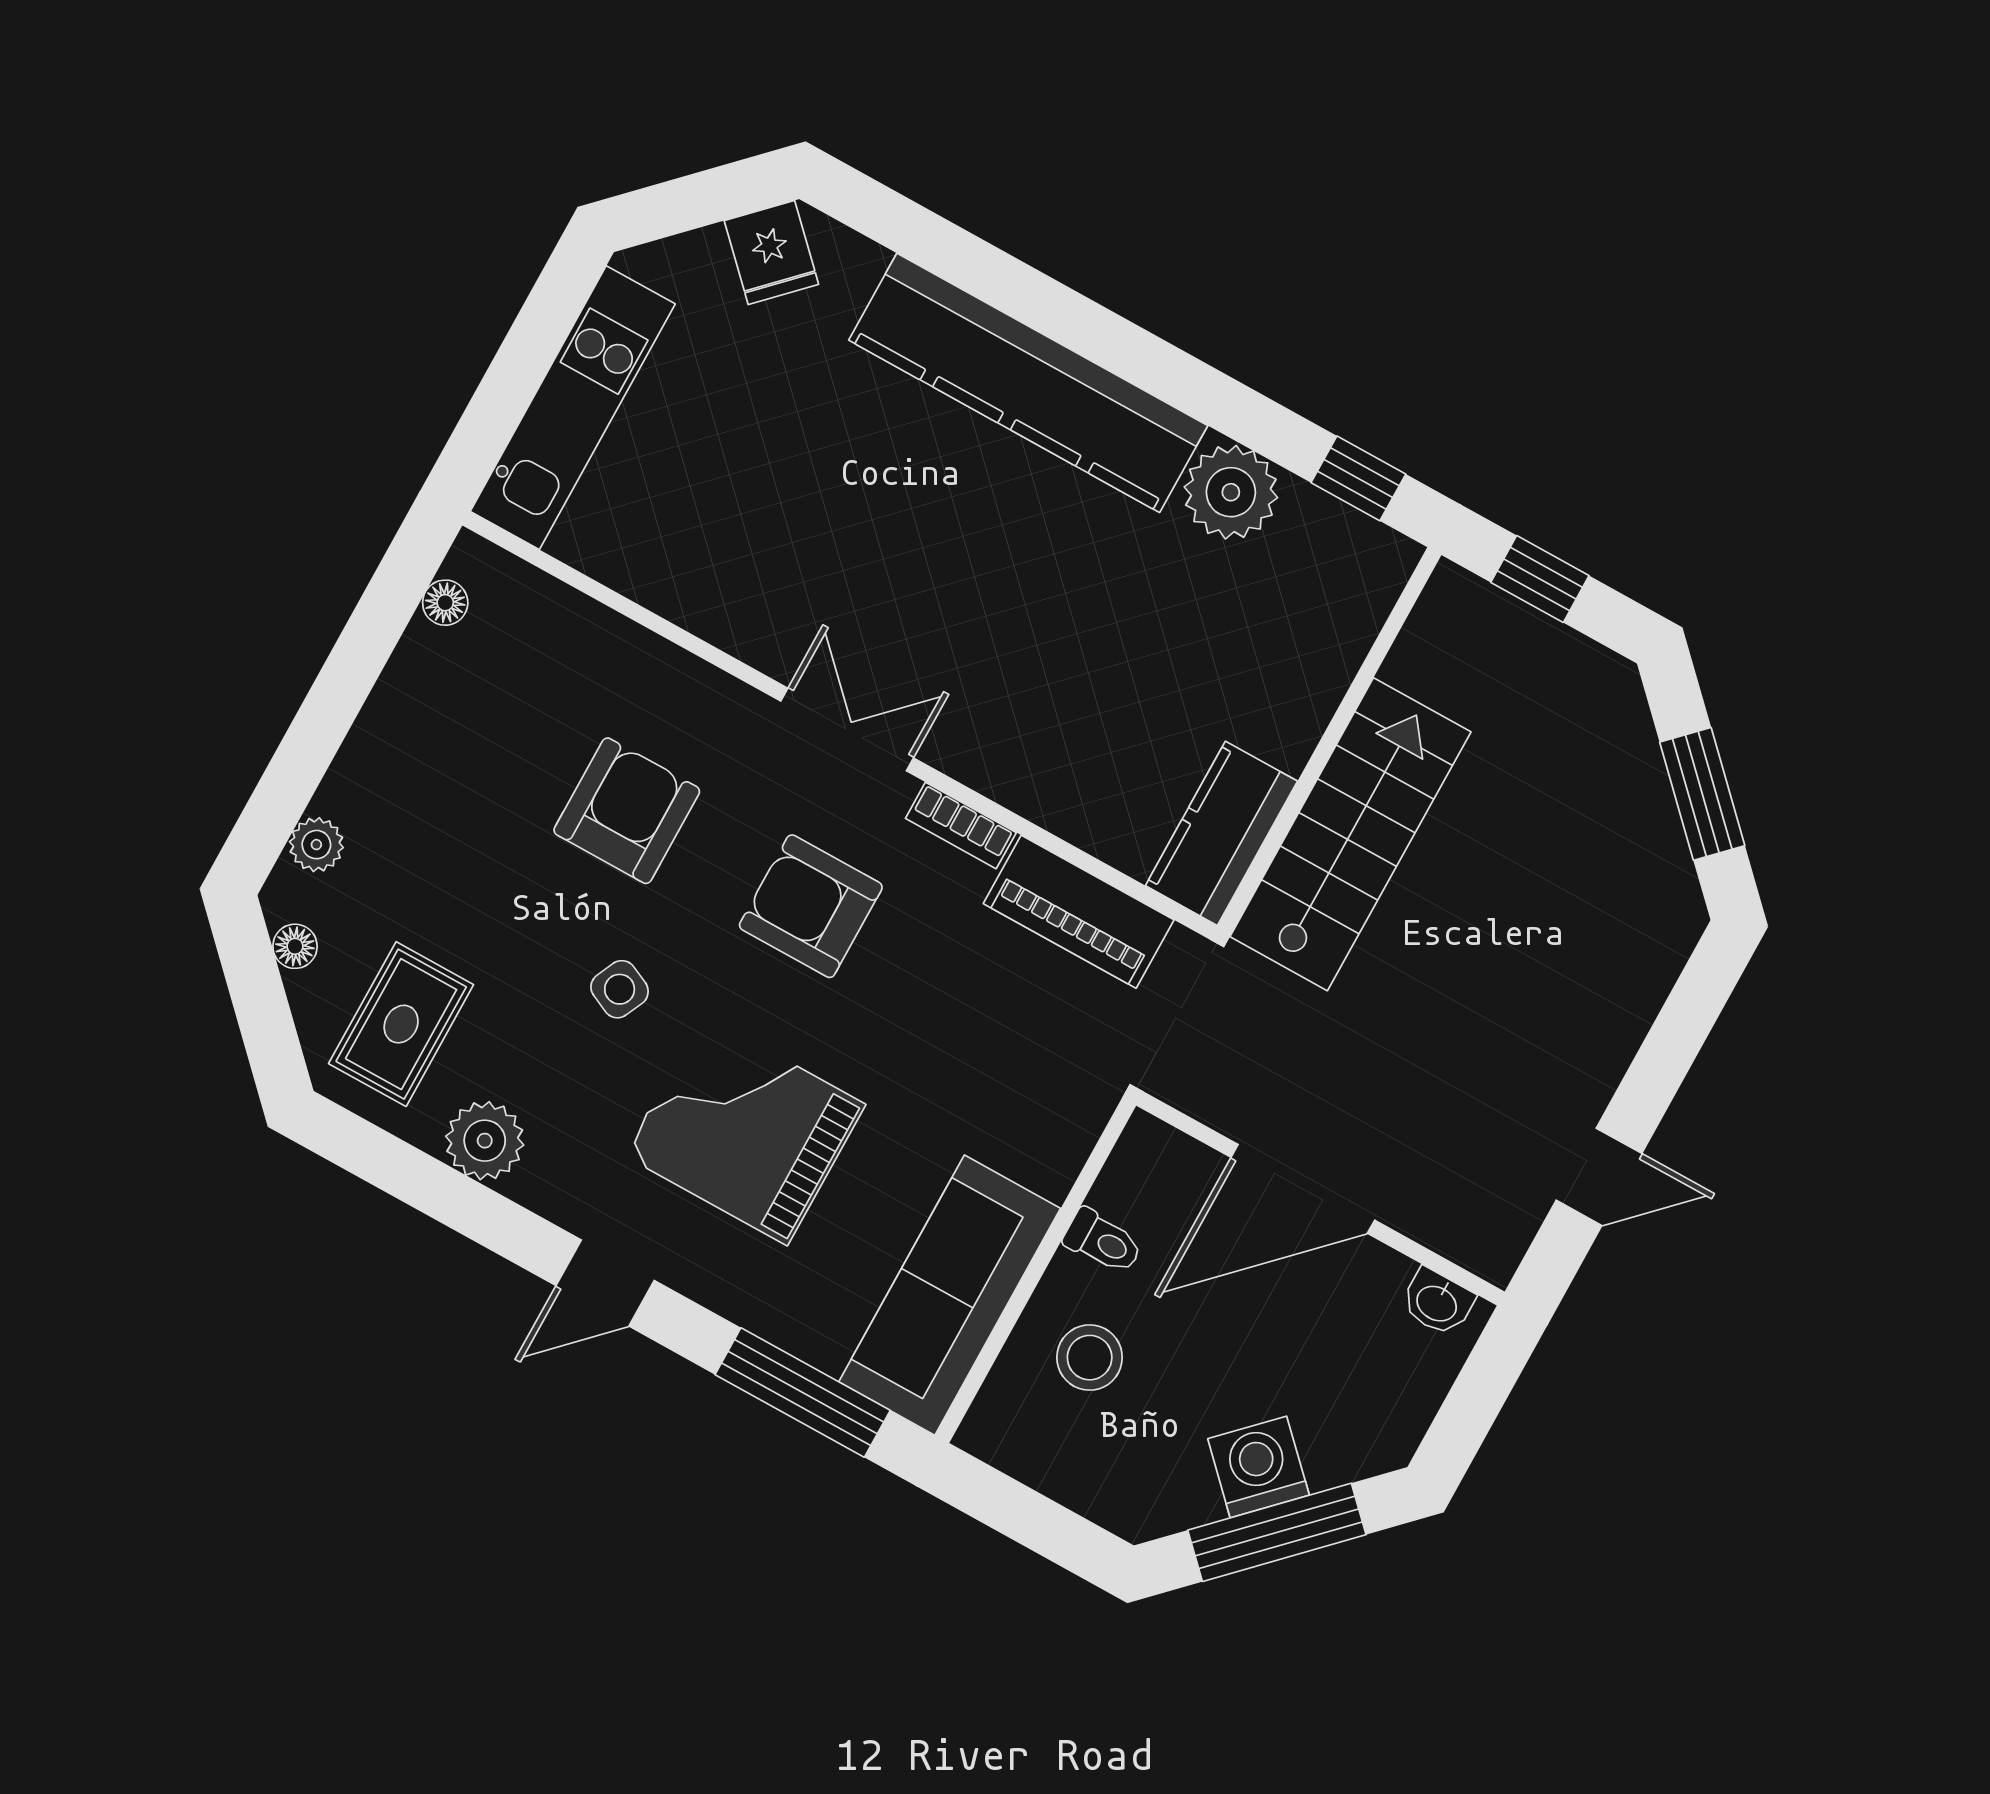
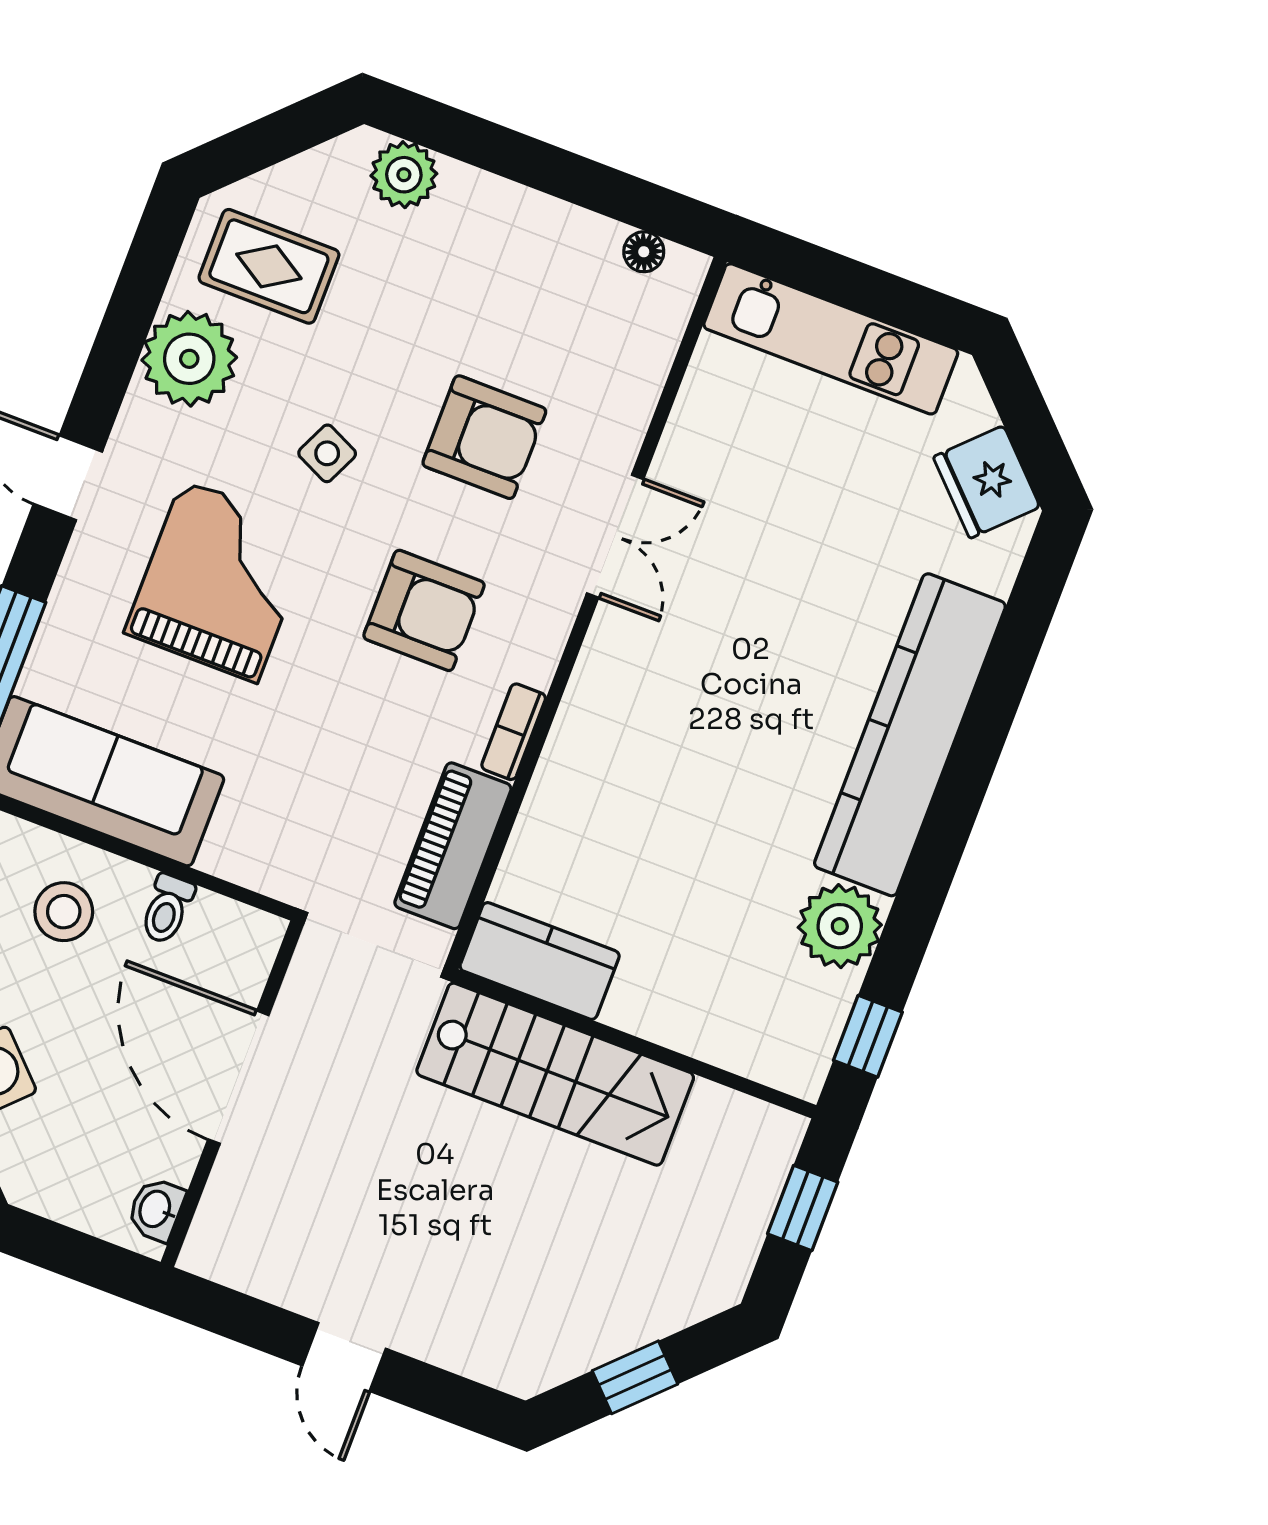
fridge: (771, 252) -> (987, 482), width x1.38
double door: (847, 730) -> (615, 536), moved
window: (1702, 794) -> (635, 1377), width x0.67
plant: (316, 845) -> (404, 175), width x1.38, depth x1.38
armchair: (811, 906) -> (424, 610), turned 90
floor lamp: (295, 946) -> (324, 164), removed
plant: (485, 1141) -> (189, 359), width x1.36, depth x1.36
door: (1599, 1177) -> (344, 1357), moved

